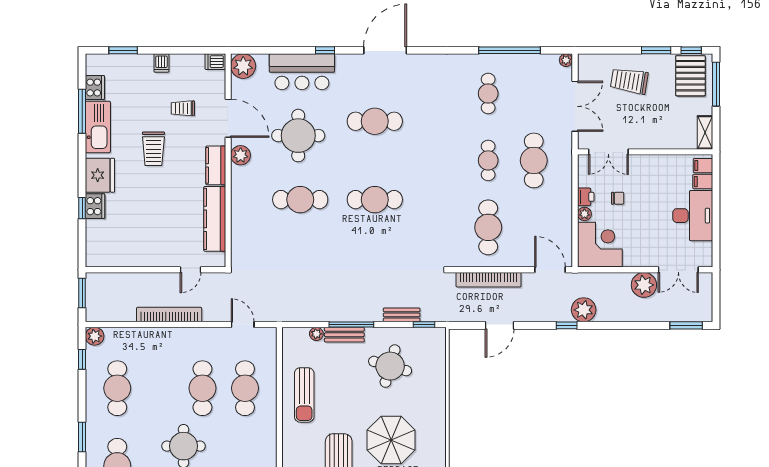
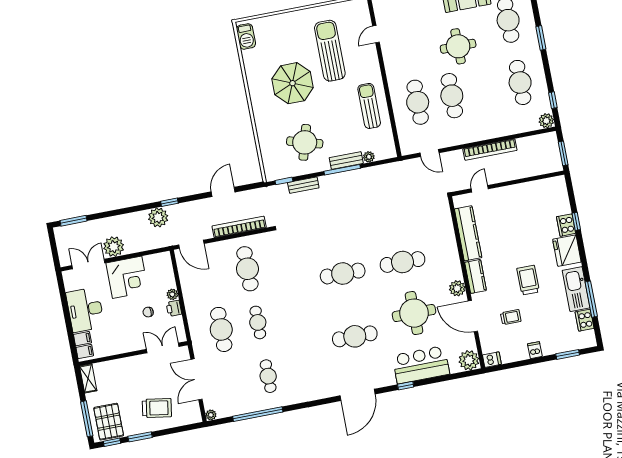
corner desk: (600, 244) -> (127, 277), moved, turned -90

